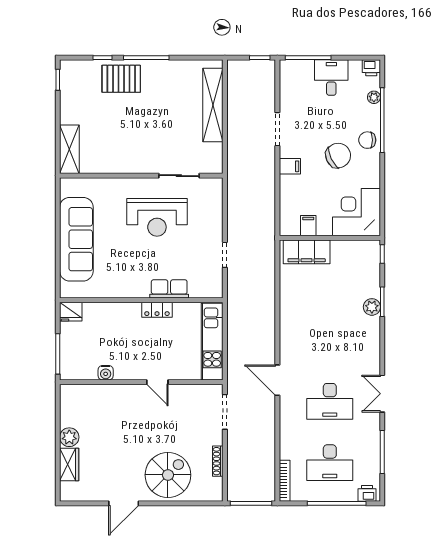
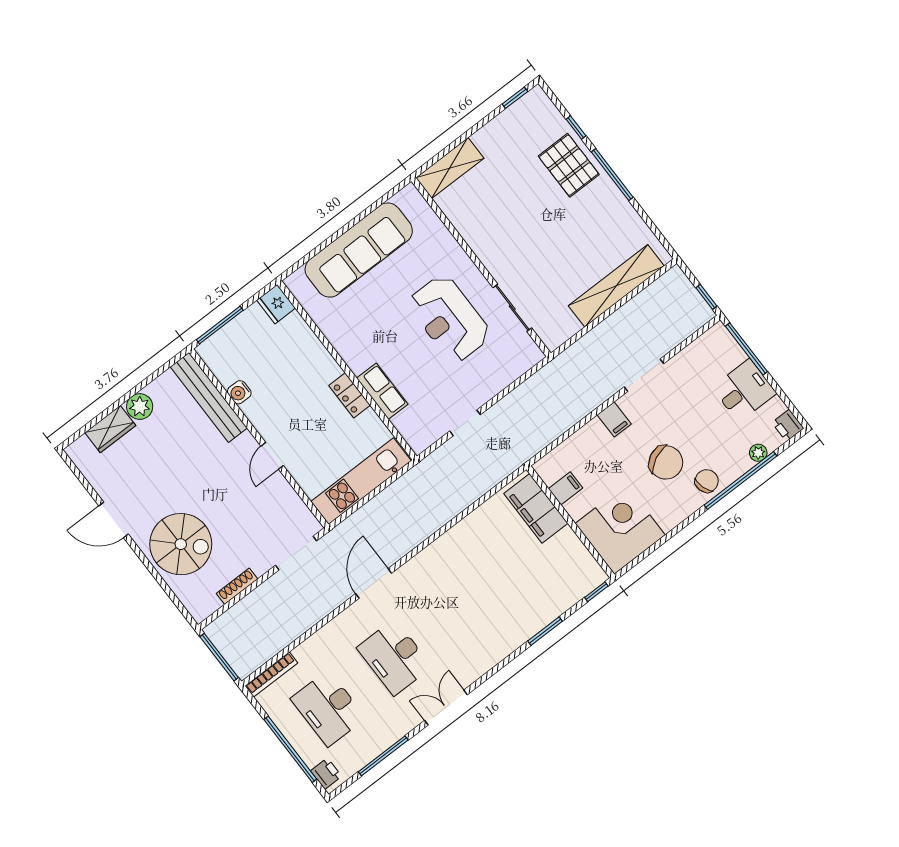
chair: (367, 140) -> (707, 481), turned 74
plant: (372, 307) -> (531, 624), removed
bench: (95, 393) -> (209, 397), added

